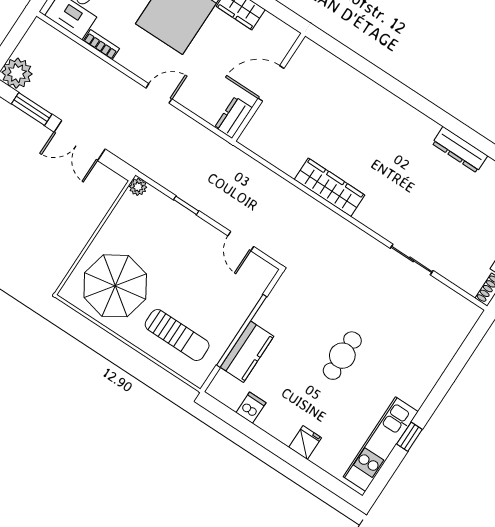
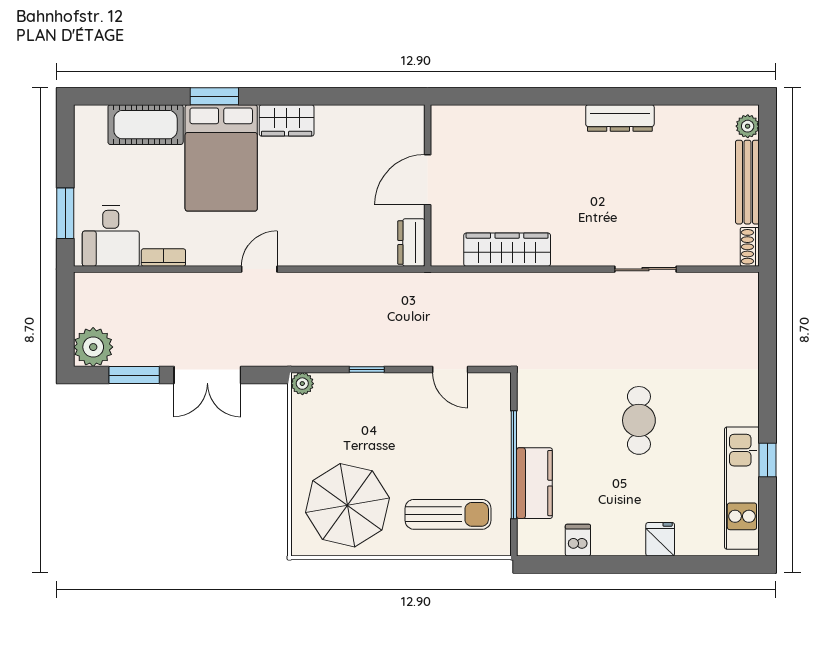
door: (271, 83) -> (428, 180), moved
wall: (269, 87) -> (428, 186), moved
dresser: (233, 118) -> (411, 243), moved

